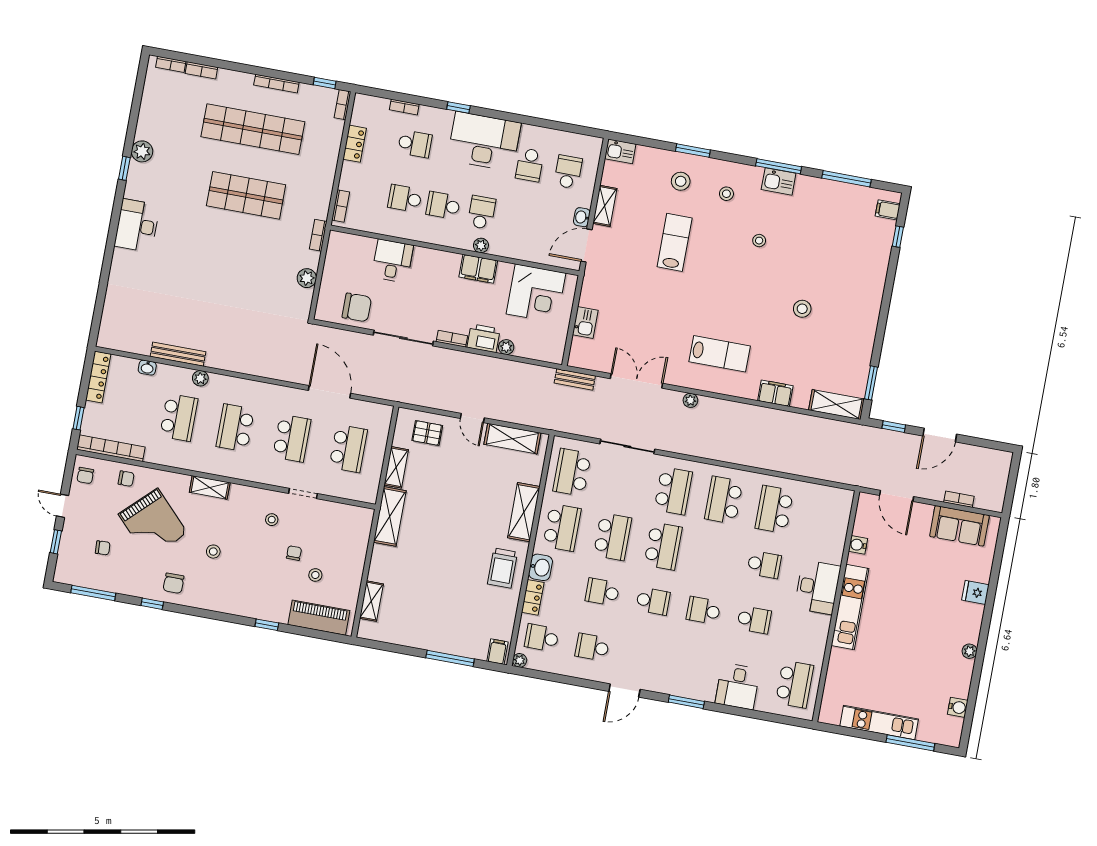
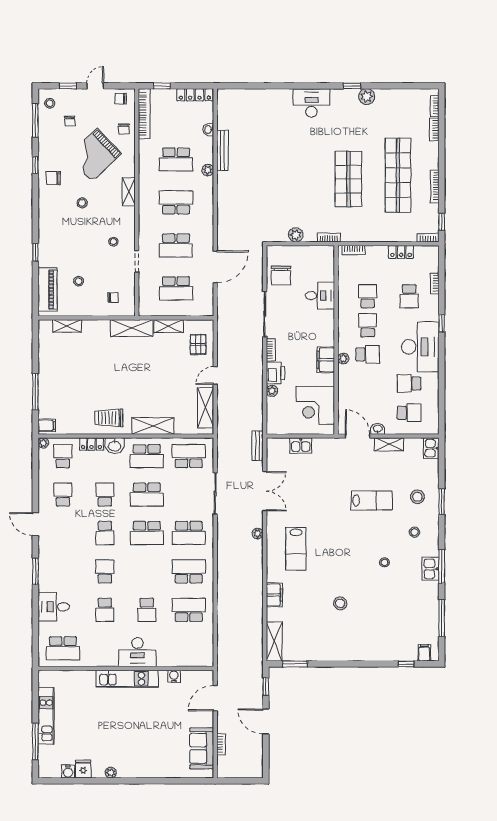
chair: (294, 553) -> (113, 297), moved
stool: (74, 570) -> (50, 103), added
fridge: (975, 592) -> (83, 769), moved

